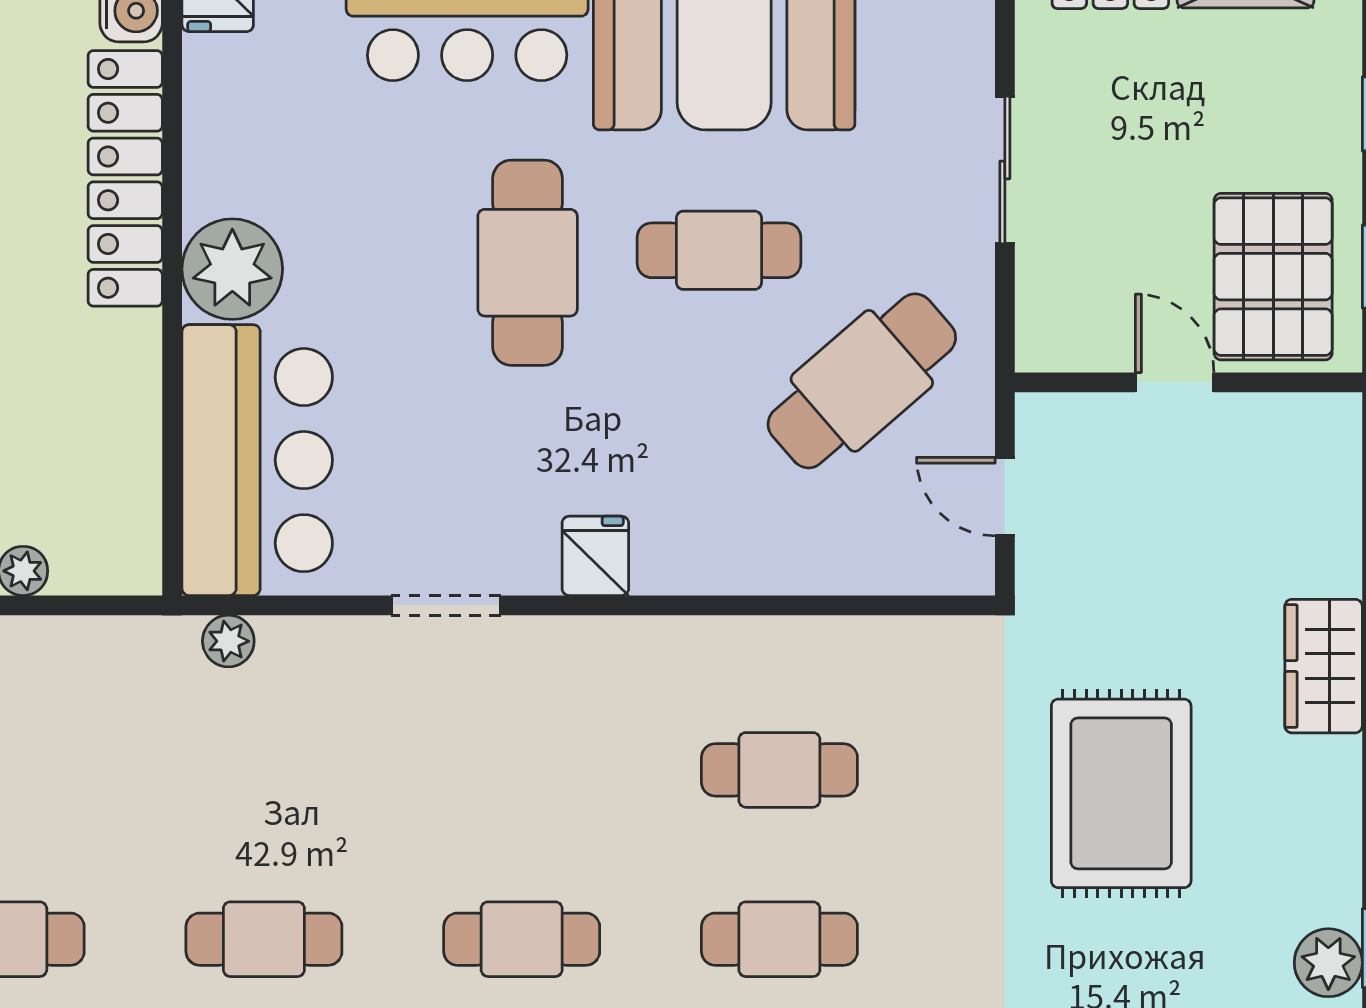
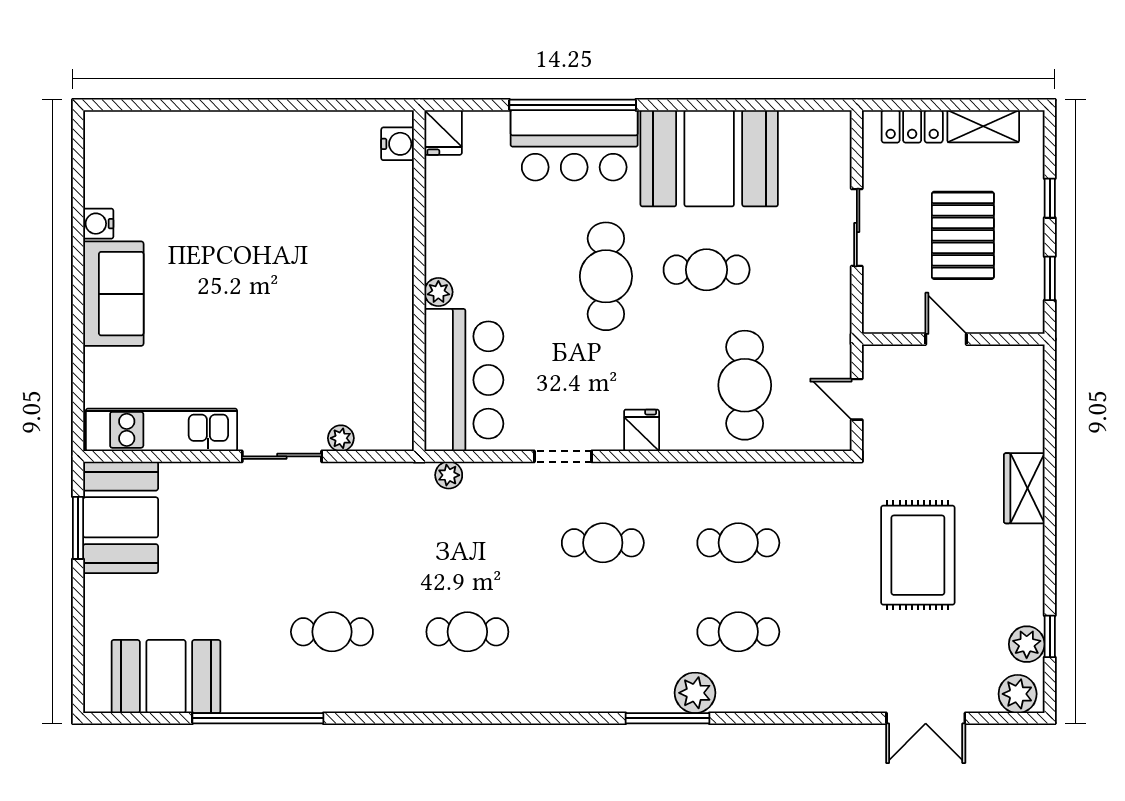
locker: (125, 178) -> (394, 232), removed
plant: (232, 269) -> (438, 292), width x0.53, depth x0.53
pallet: (1273, 277) -> (963, 235), moved
cafe table: (862, 381) -> (745, 385), moved, turned -49
cafe table: (522, 939) -> (603, 543), moved

